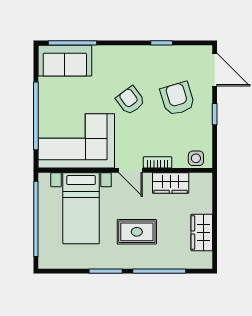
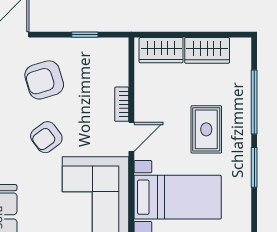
window: (215, 114) -> (85, 35), moved
side table: (196, 158) -> (117, 57), removed
wardrobe: (171, 183) -> (161, 50), moved, turned 90

